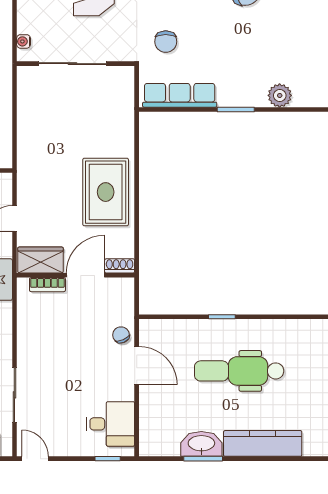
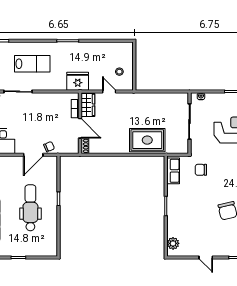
row of seats: (180, 95) -> (173, 171), width x0.68
plant: (280, 95) -> (173, 243), moved
rug: (106, 192) -> (147, 140), moved

